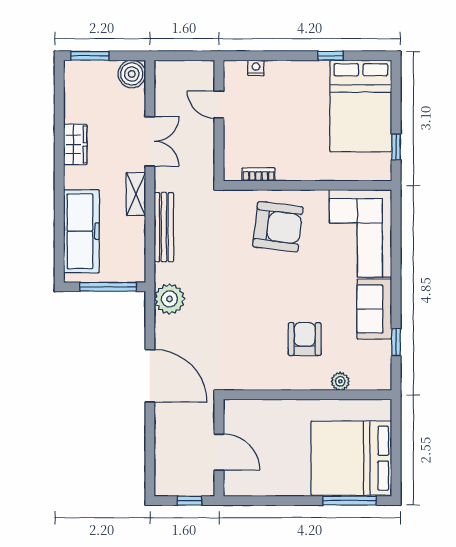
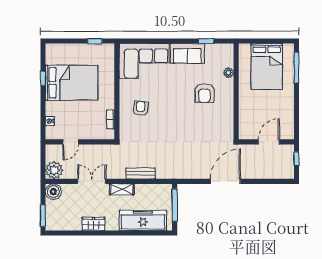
bed: (361, 106) -> (72, 83), moved
bench: (164, 227) -> (141, 173), width x0.73
armchair: (278, 227) -> (140, 108), width x0.53, depth x0.53
plant: (169, 299) -> (54, 170), moved
armchair: (305, 339) -> (204, 93), turned -90
bed: (351, 458) -> (267, 66), width x0.73

